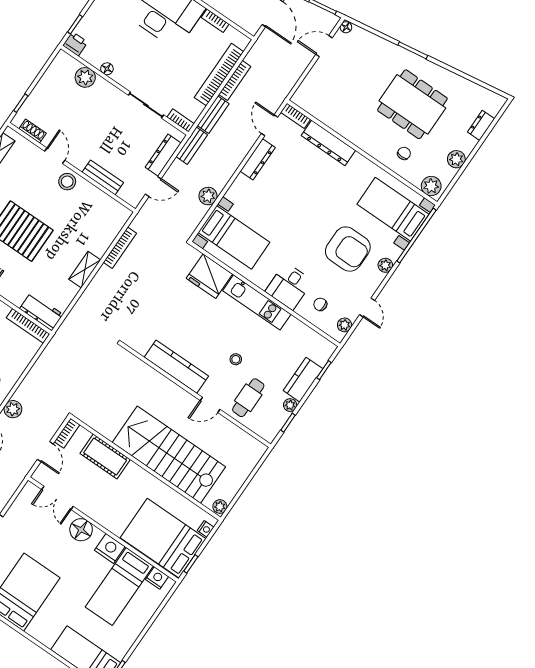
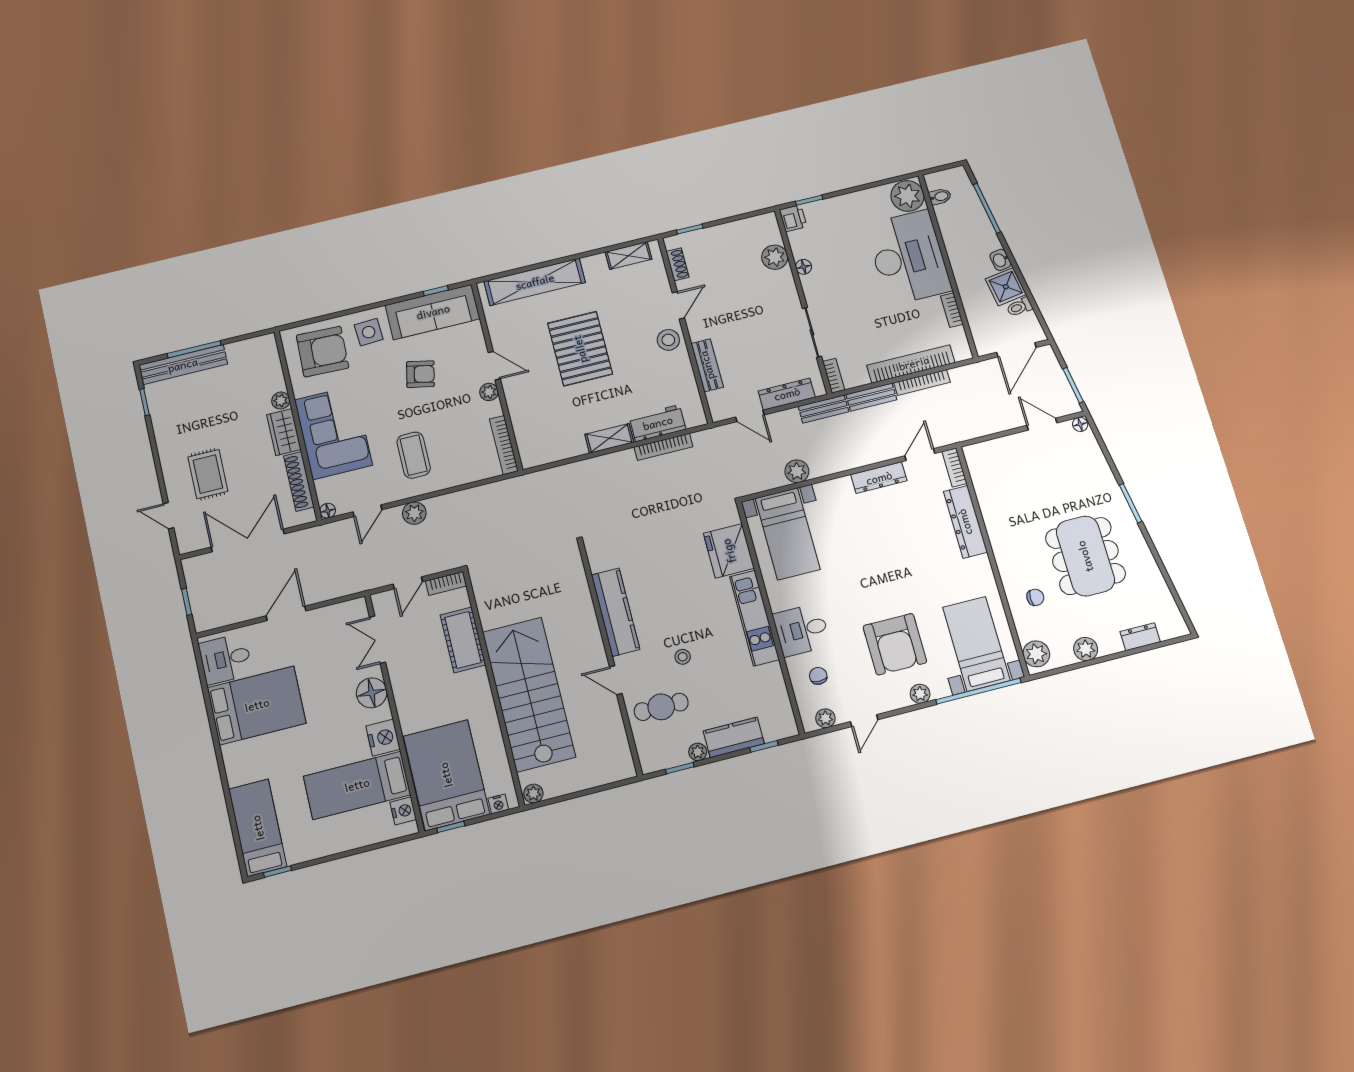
workbench: (41, 312) -> (658, 423), moved, turned -90

